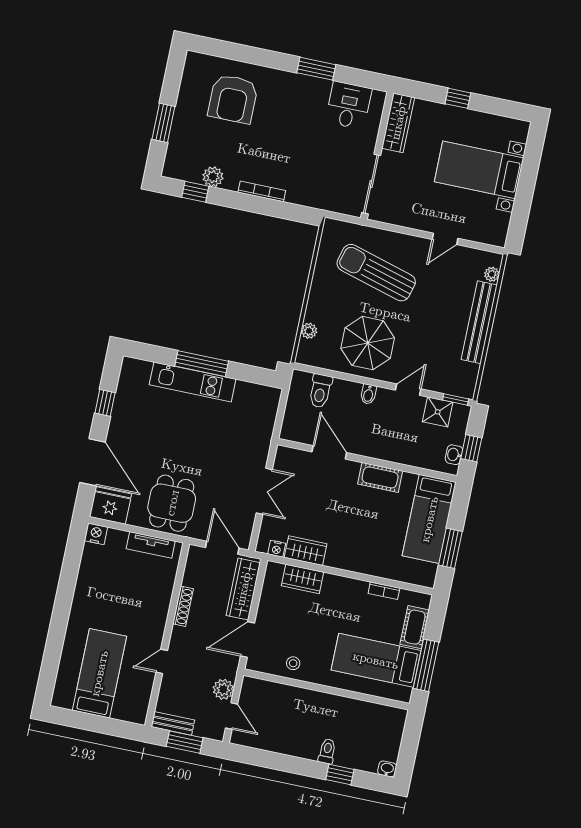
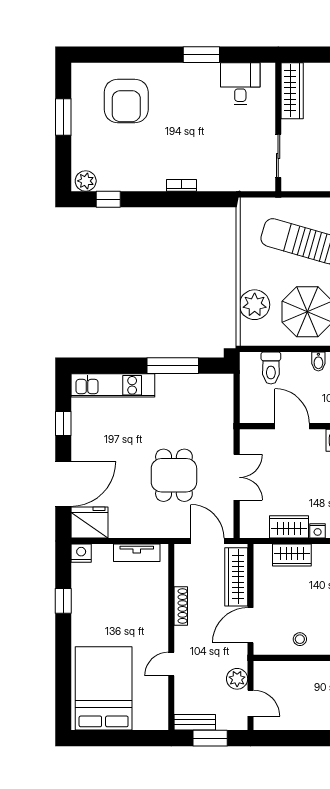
window: (163, 123) -> (63, 117), moved
plant: (213, 177) -> (86, 181), moved
sliding door: (371, 184) -> (278, 156), width x0.73
bookcase: (262, 191) -> (181, 185), width x0.64
plant: (309, 331) -> (255, 305), width x1.88, depth x1.88
window: (202, 364) -> (173, 366), moved
kitchen unit: (193, 382) -> (113, 385), moved
door: (93, 462) -> (63, 484), hinge flipped
dining table: (172, 503) -> (174, 475), moved
nightstand: (277, 549) -> (318, 531), moved
window: (69, 577) -> (63, 601), added
bed: (99, 673) -> (104, 688), width x1.50

